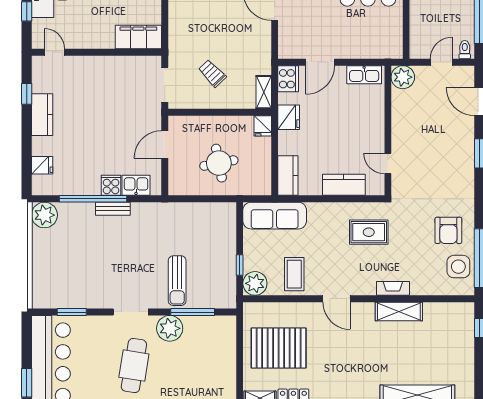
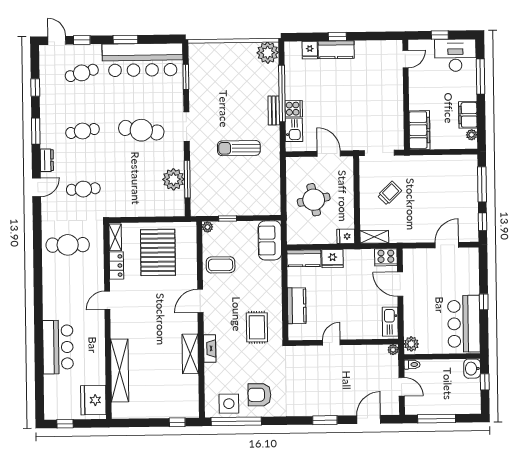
plant: (391, 50) -> (411, 344), added
toilet: (465, 50) -> (412, 365), moved
plant: (403, 77) -> (393, 350), width x0.53, depth x0.53
window: (27, 94) -> (337, 37), moved
kitchen counter: (42, 115) -> (336, 50), moved
fridge: (289, 117) -> (333, 259), moved
door: (388, 164) -> (331, 343), moved
sofa: (275, 216) -> (270, 240), width x0.73
sun lounger: (177, 281) -> (239, 148), moved
plant: (255, 283) -> (207, 227), width x0.53, depth x0.53
plant: (170, 328) -> (173, 179), moved

